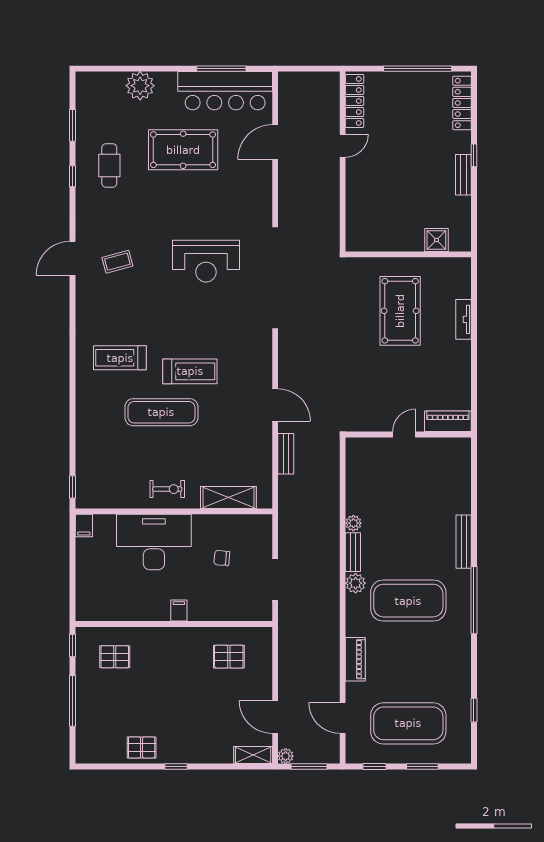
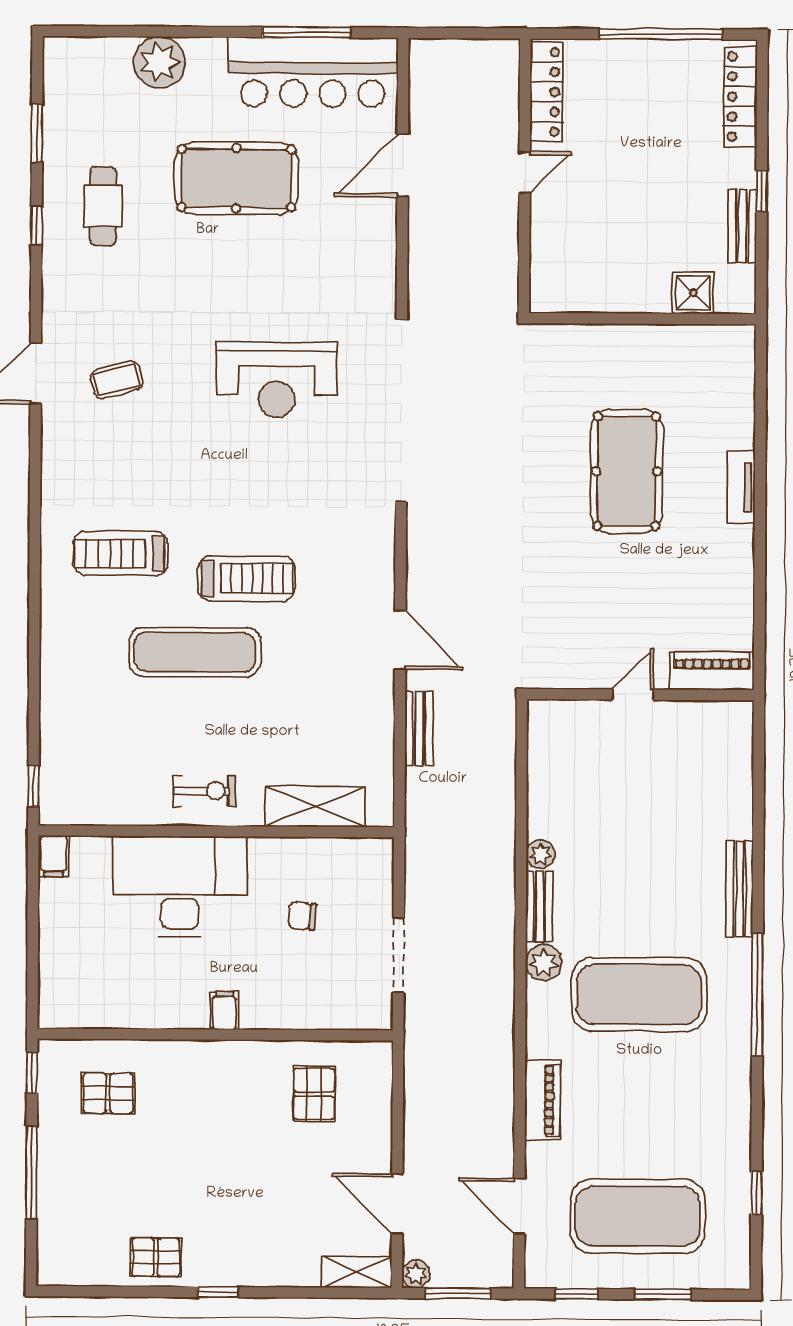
shower: (436, 240) -> (693, 293), moved
wall: (408, 254) -> (642, 319), moved
pallet: (229, 657) -> (314, 1094), turned 90

